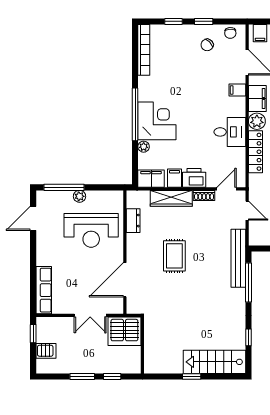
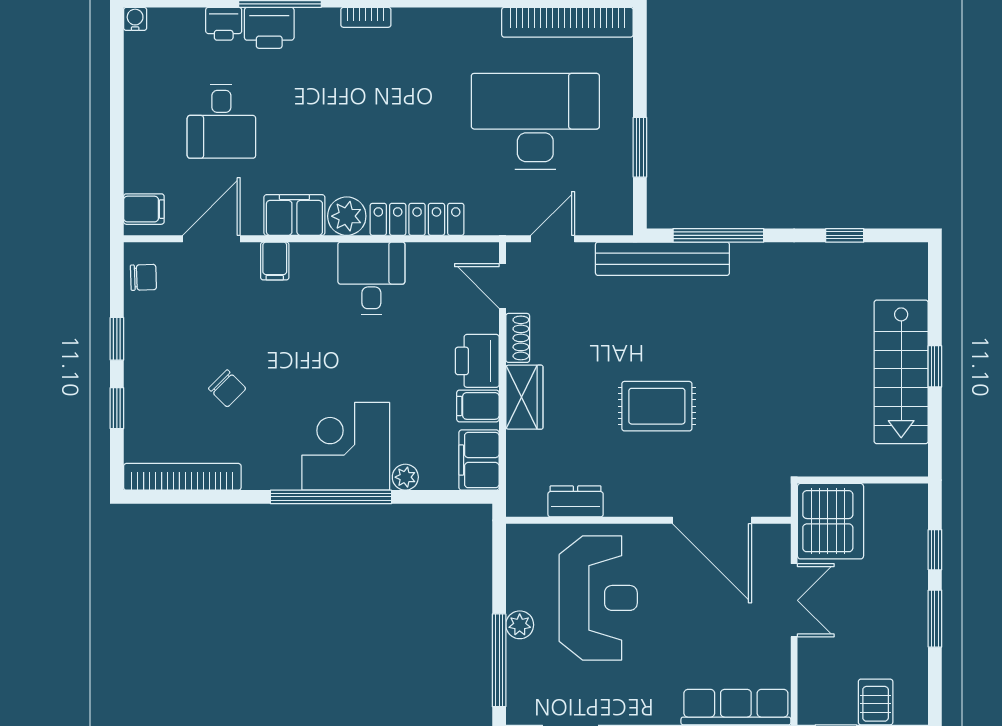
chair: (207, 45) -> (227, 388), moved
wardrobe: (171, 198) -> (524, 397), width x0.67
stairs: (214, 362) -> (901, 372), moved

